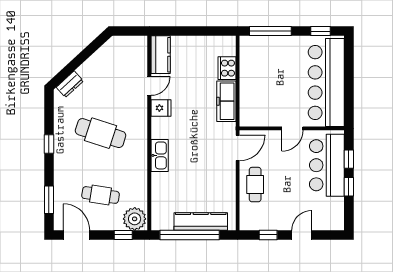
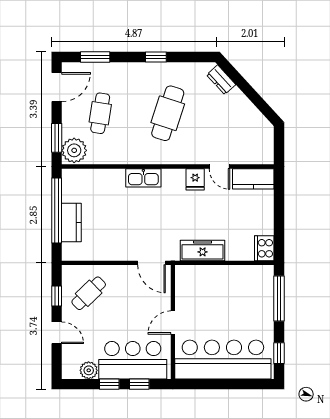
cooker: (227, 68) -> (264, 248), moved, turned -90
door: (292, 128) -> (173, 323), hinge flipped
cafe table: (255, 185) -> (89, 293), moved, turned -44
plant: (336, 206) -> (89, 370), added
kitchen counter: (201, 221) -> (71, 223), width x0.67
window: (123, 235) -> (57, 138), width x1.50

